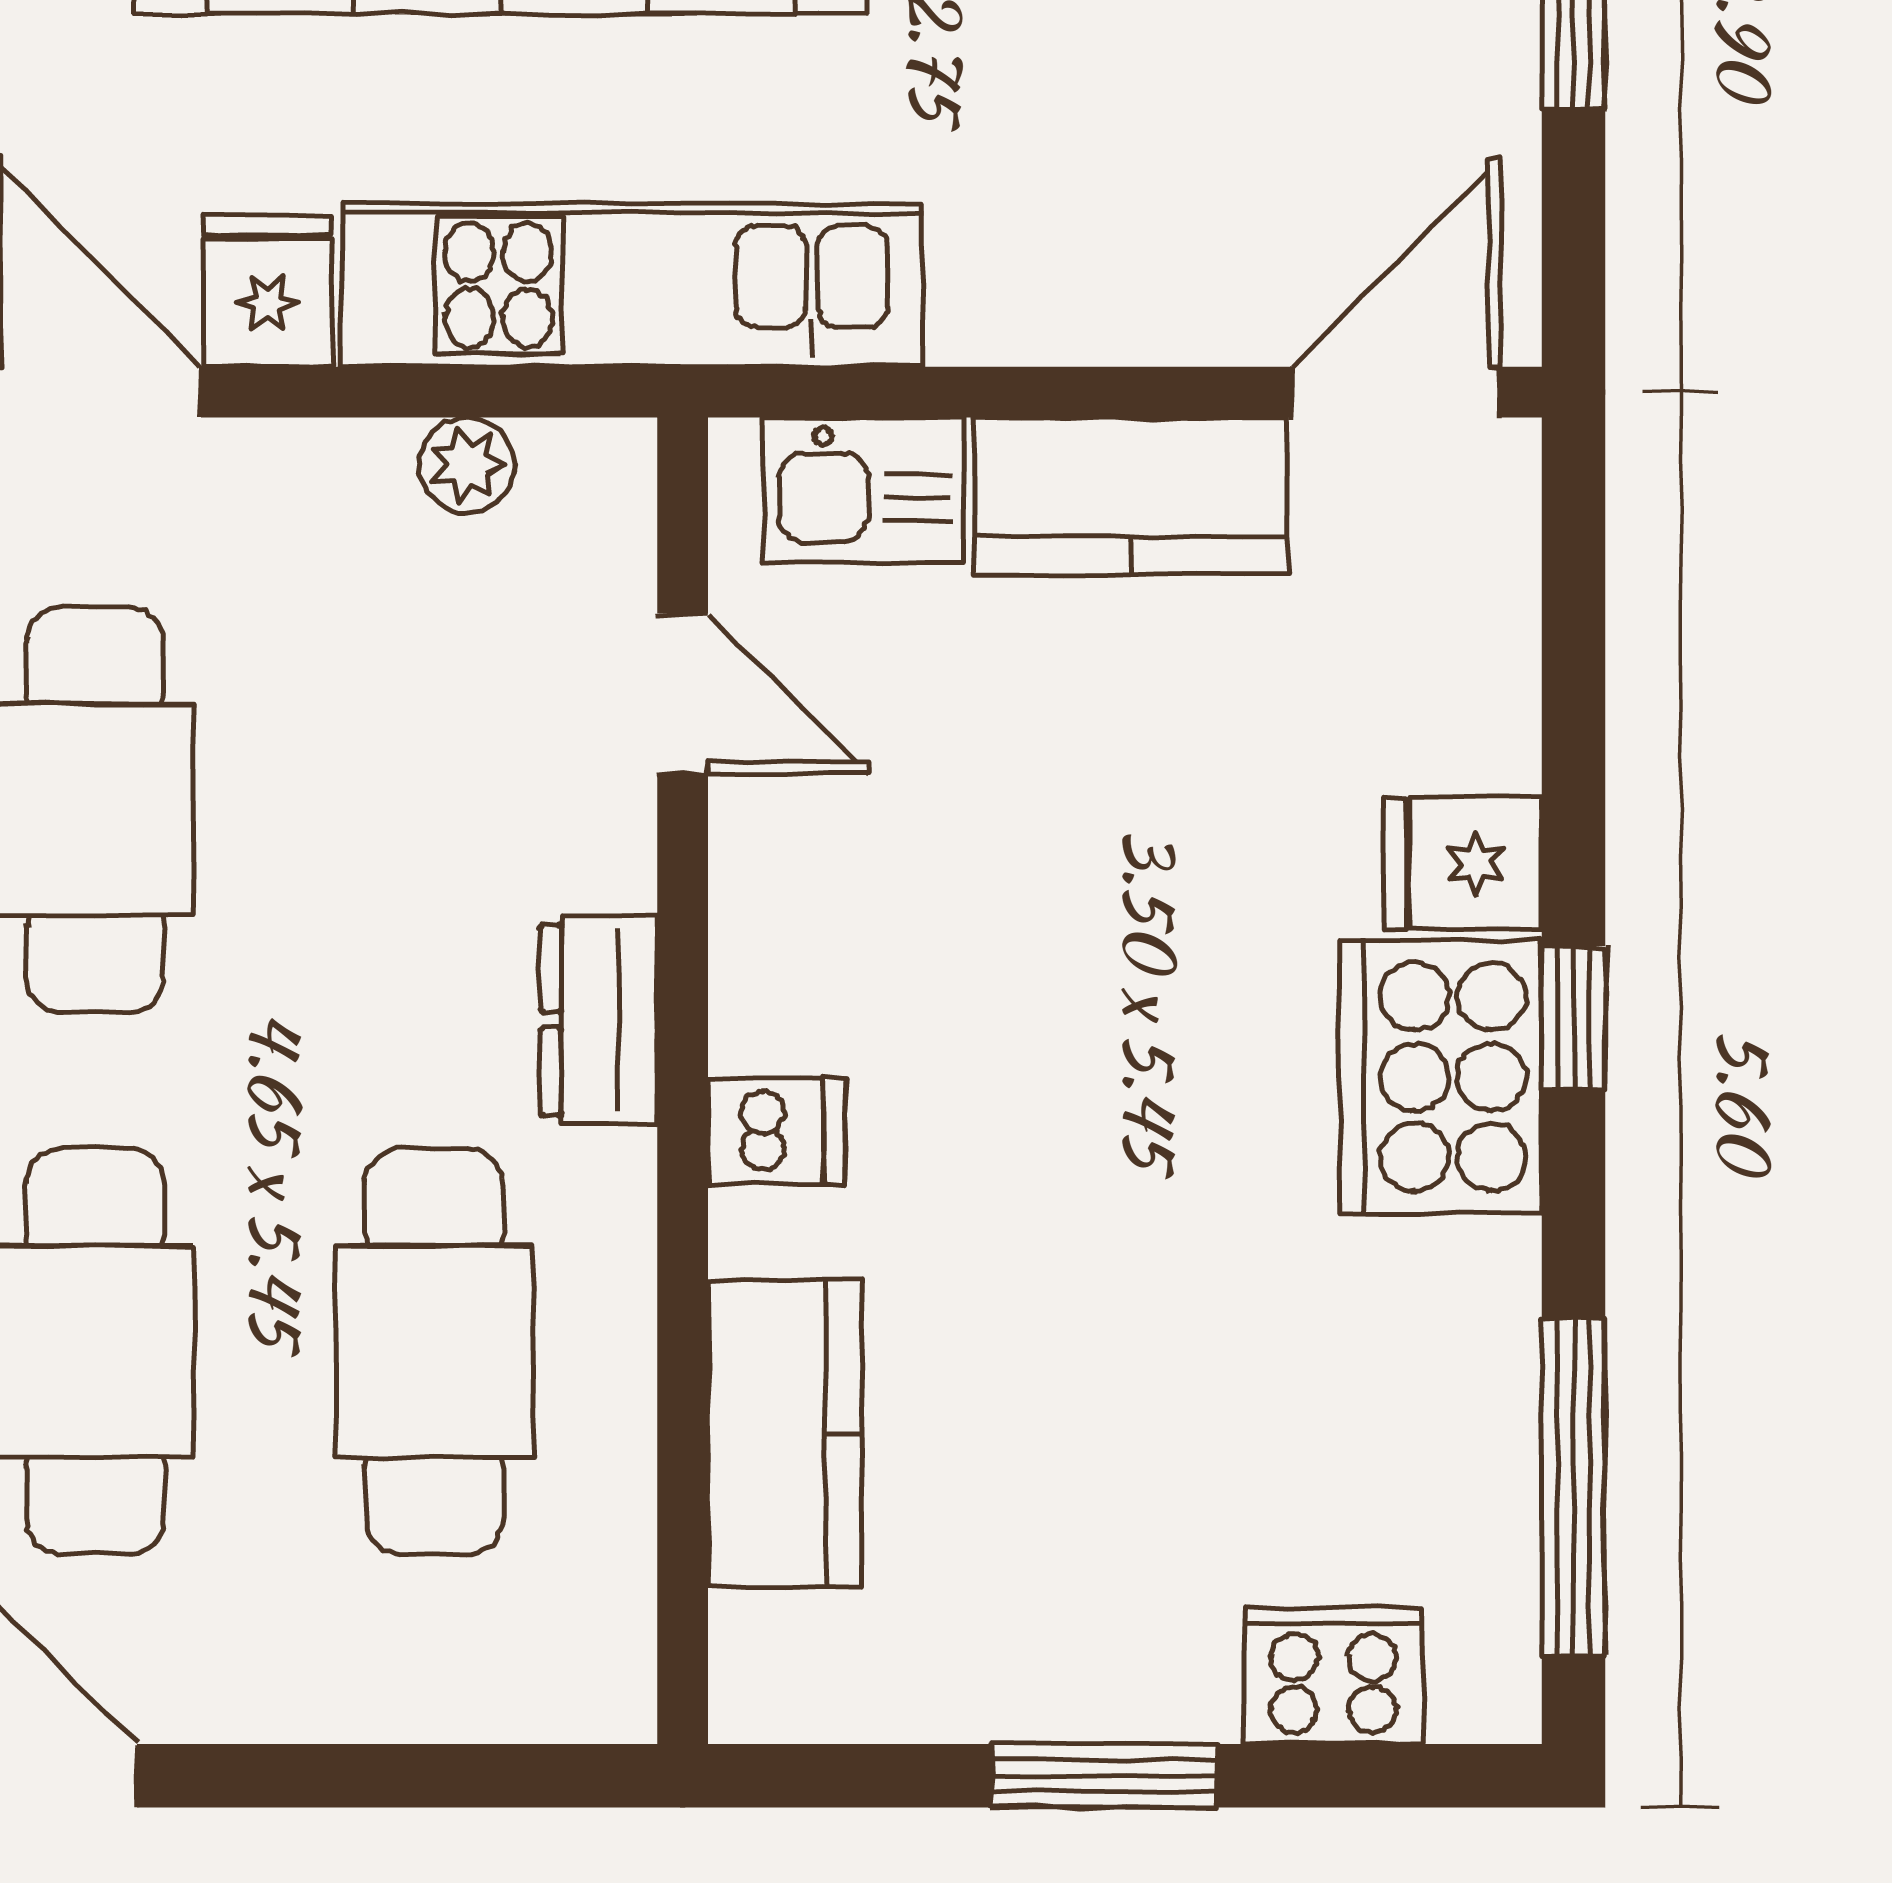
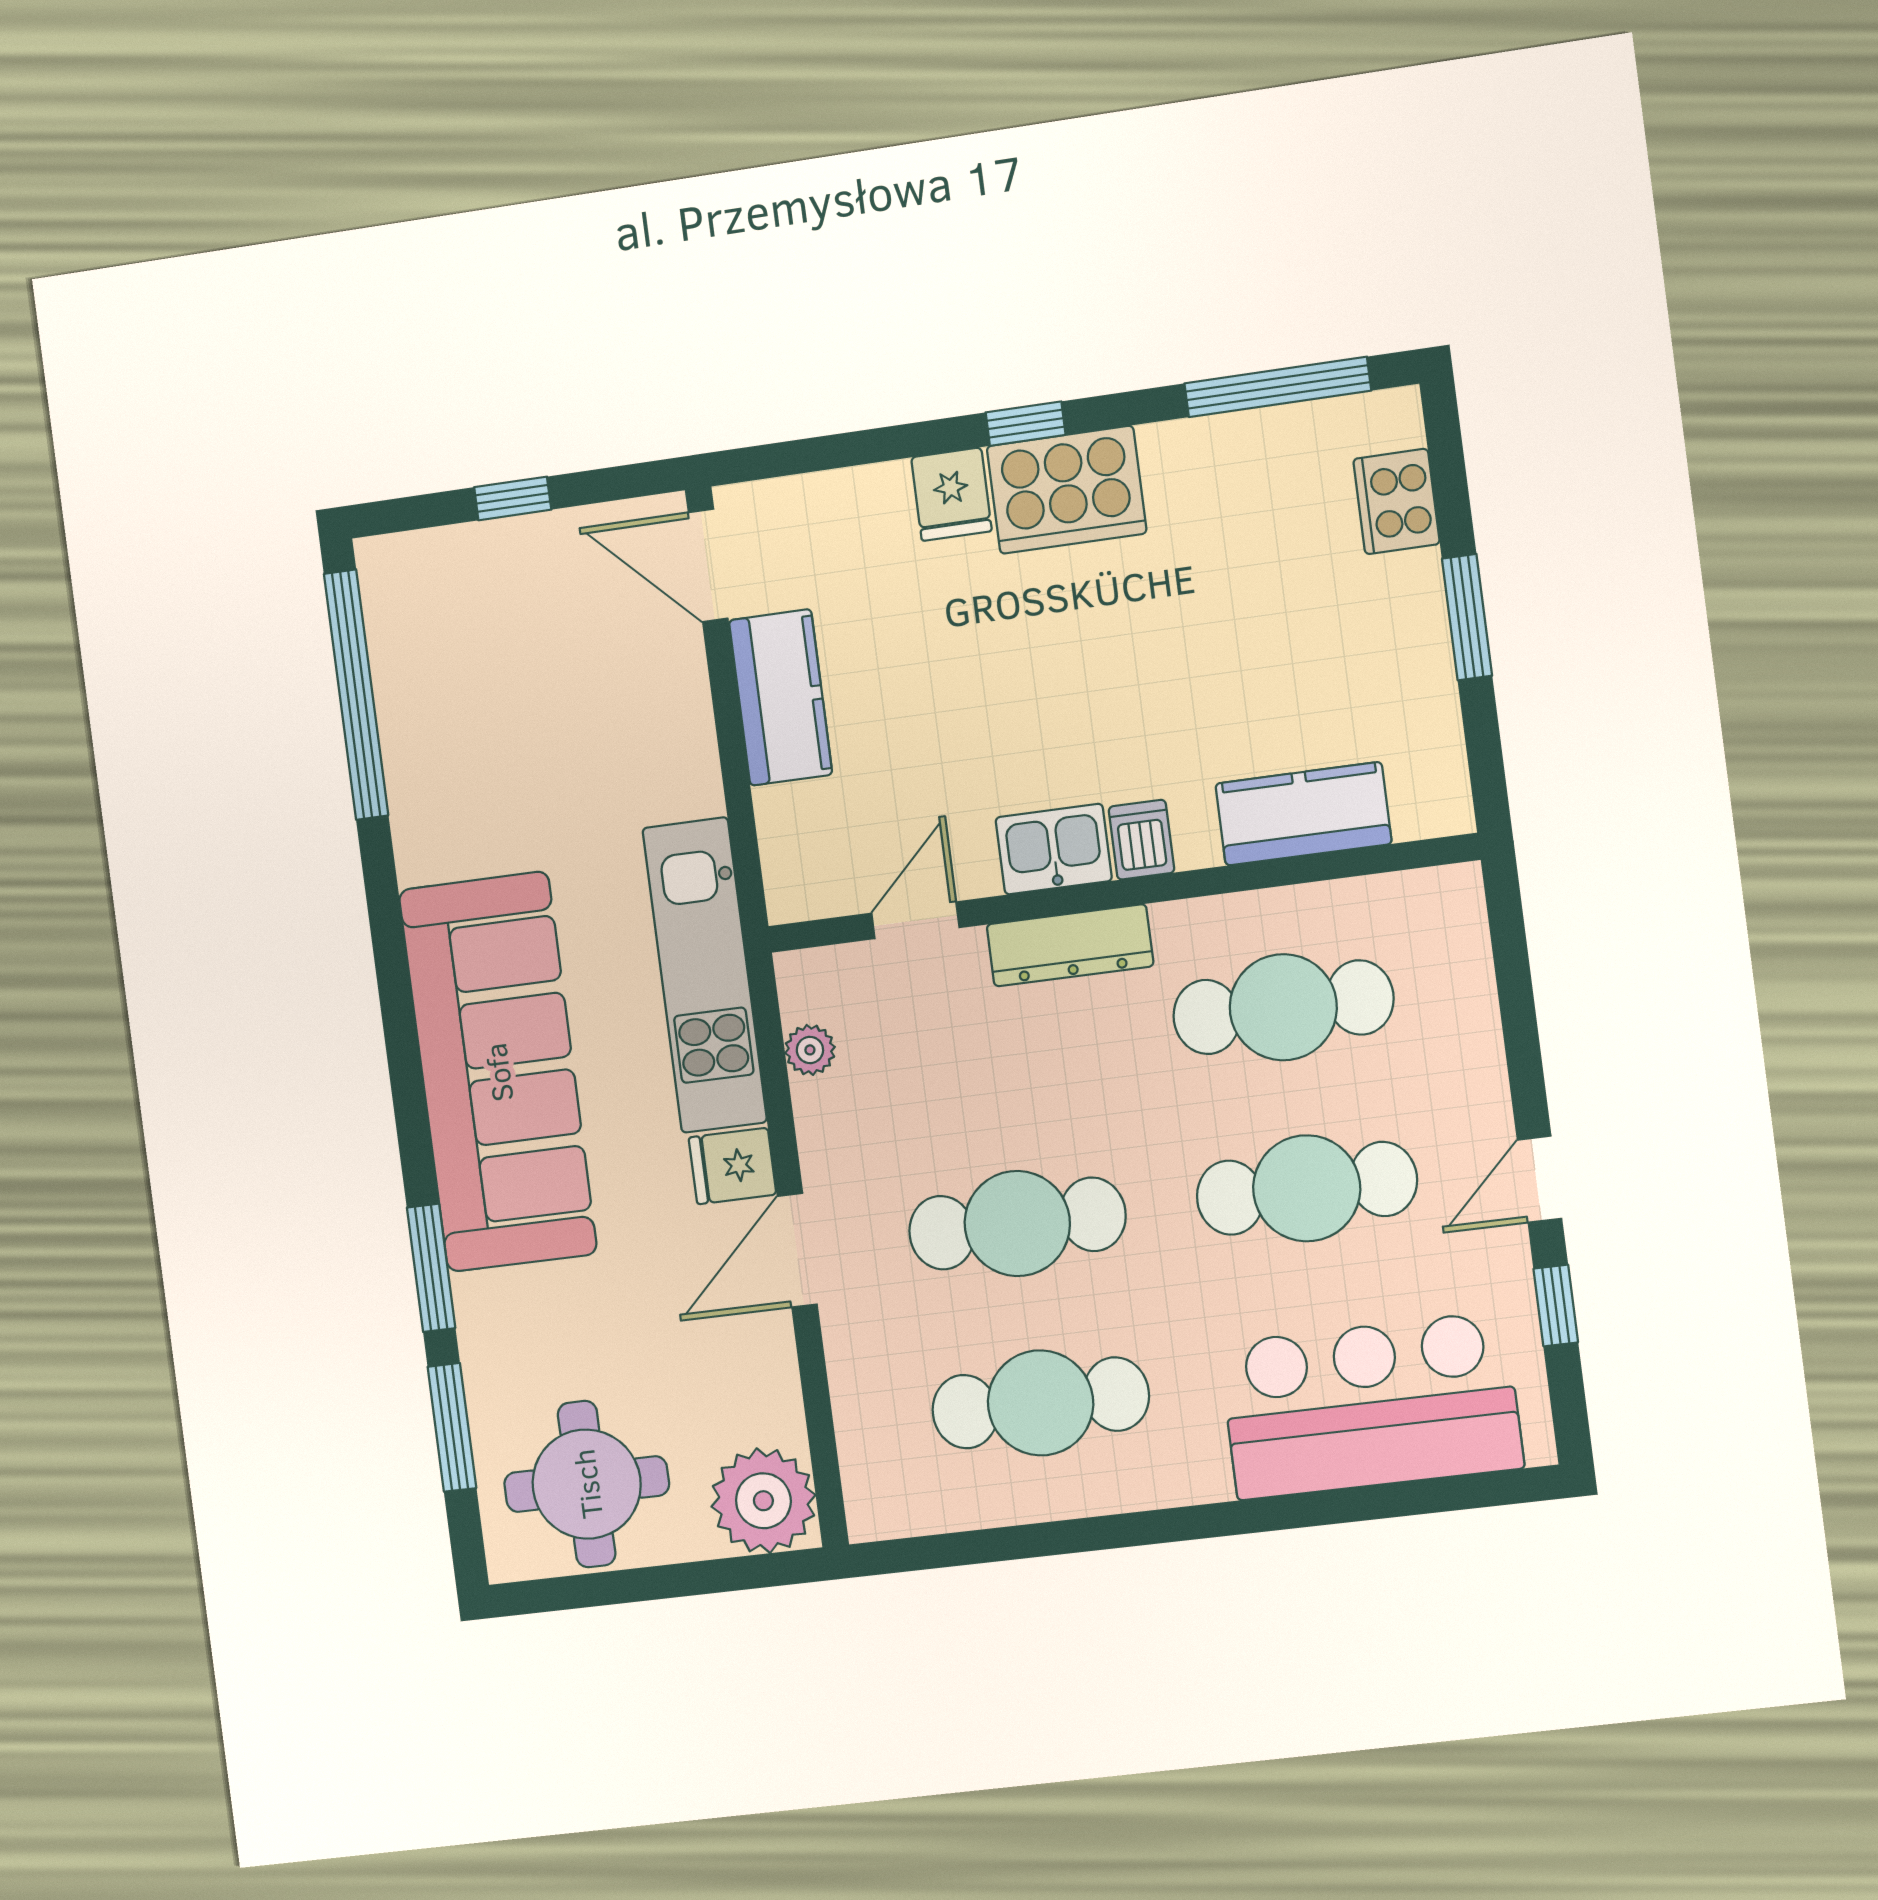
kitchen sink: (863, 490) -> (1054, 849), moved, turned -90
dresser: (599, 1020) -> (1070, 945), width x1.44

